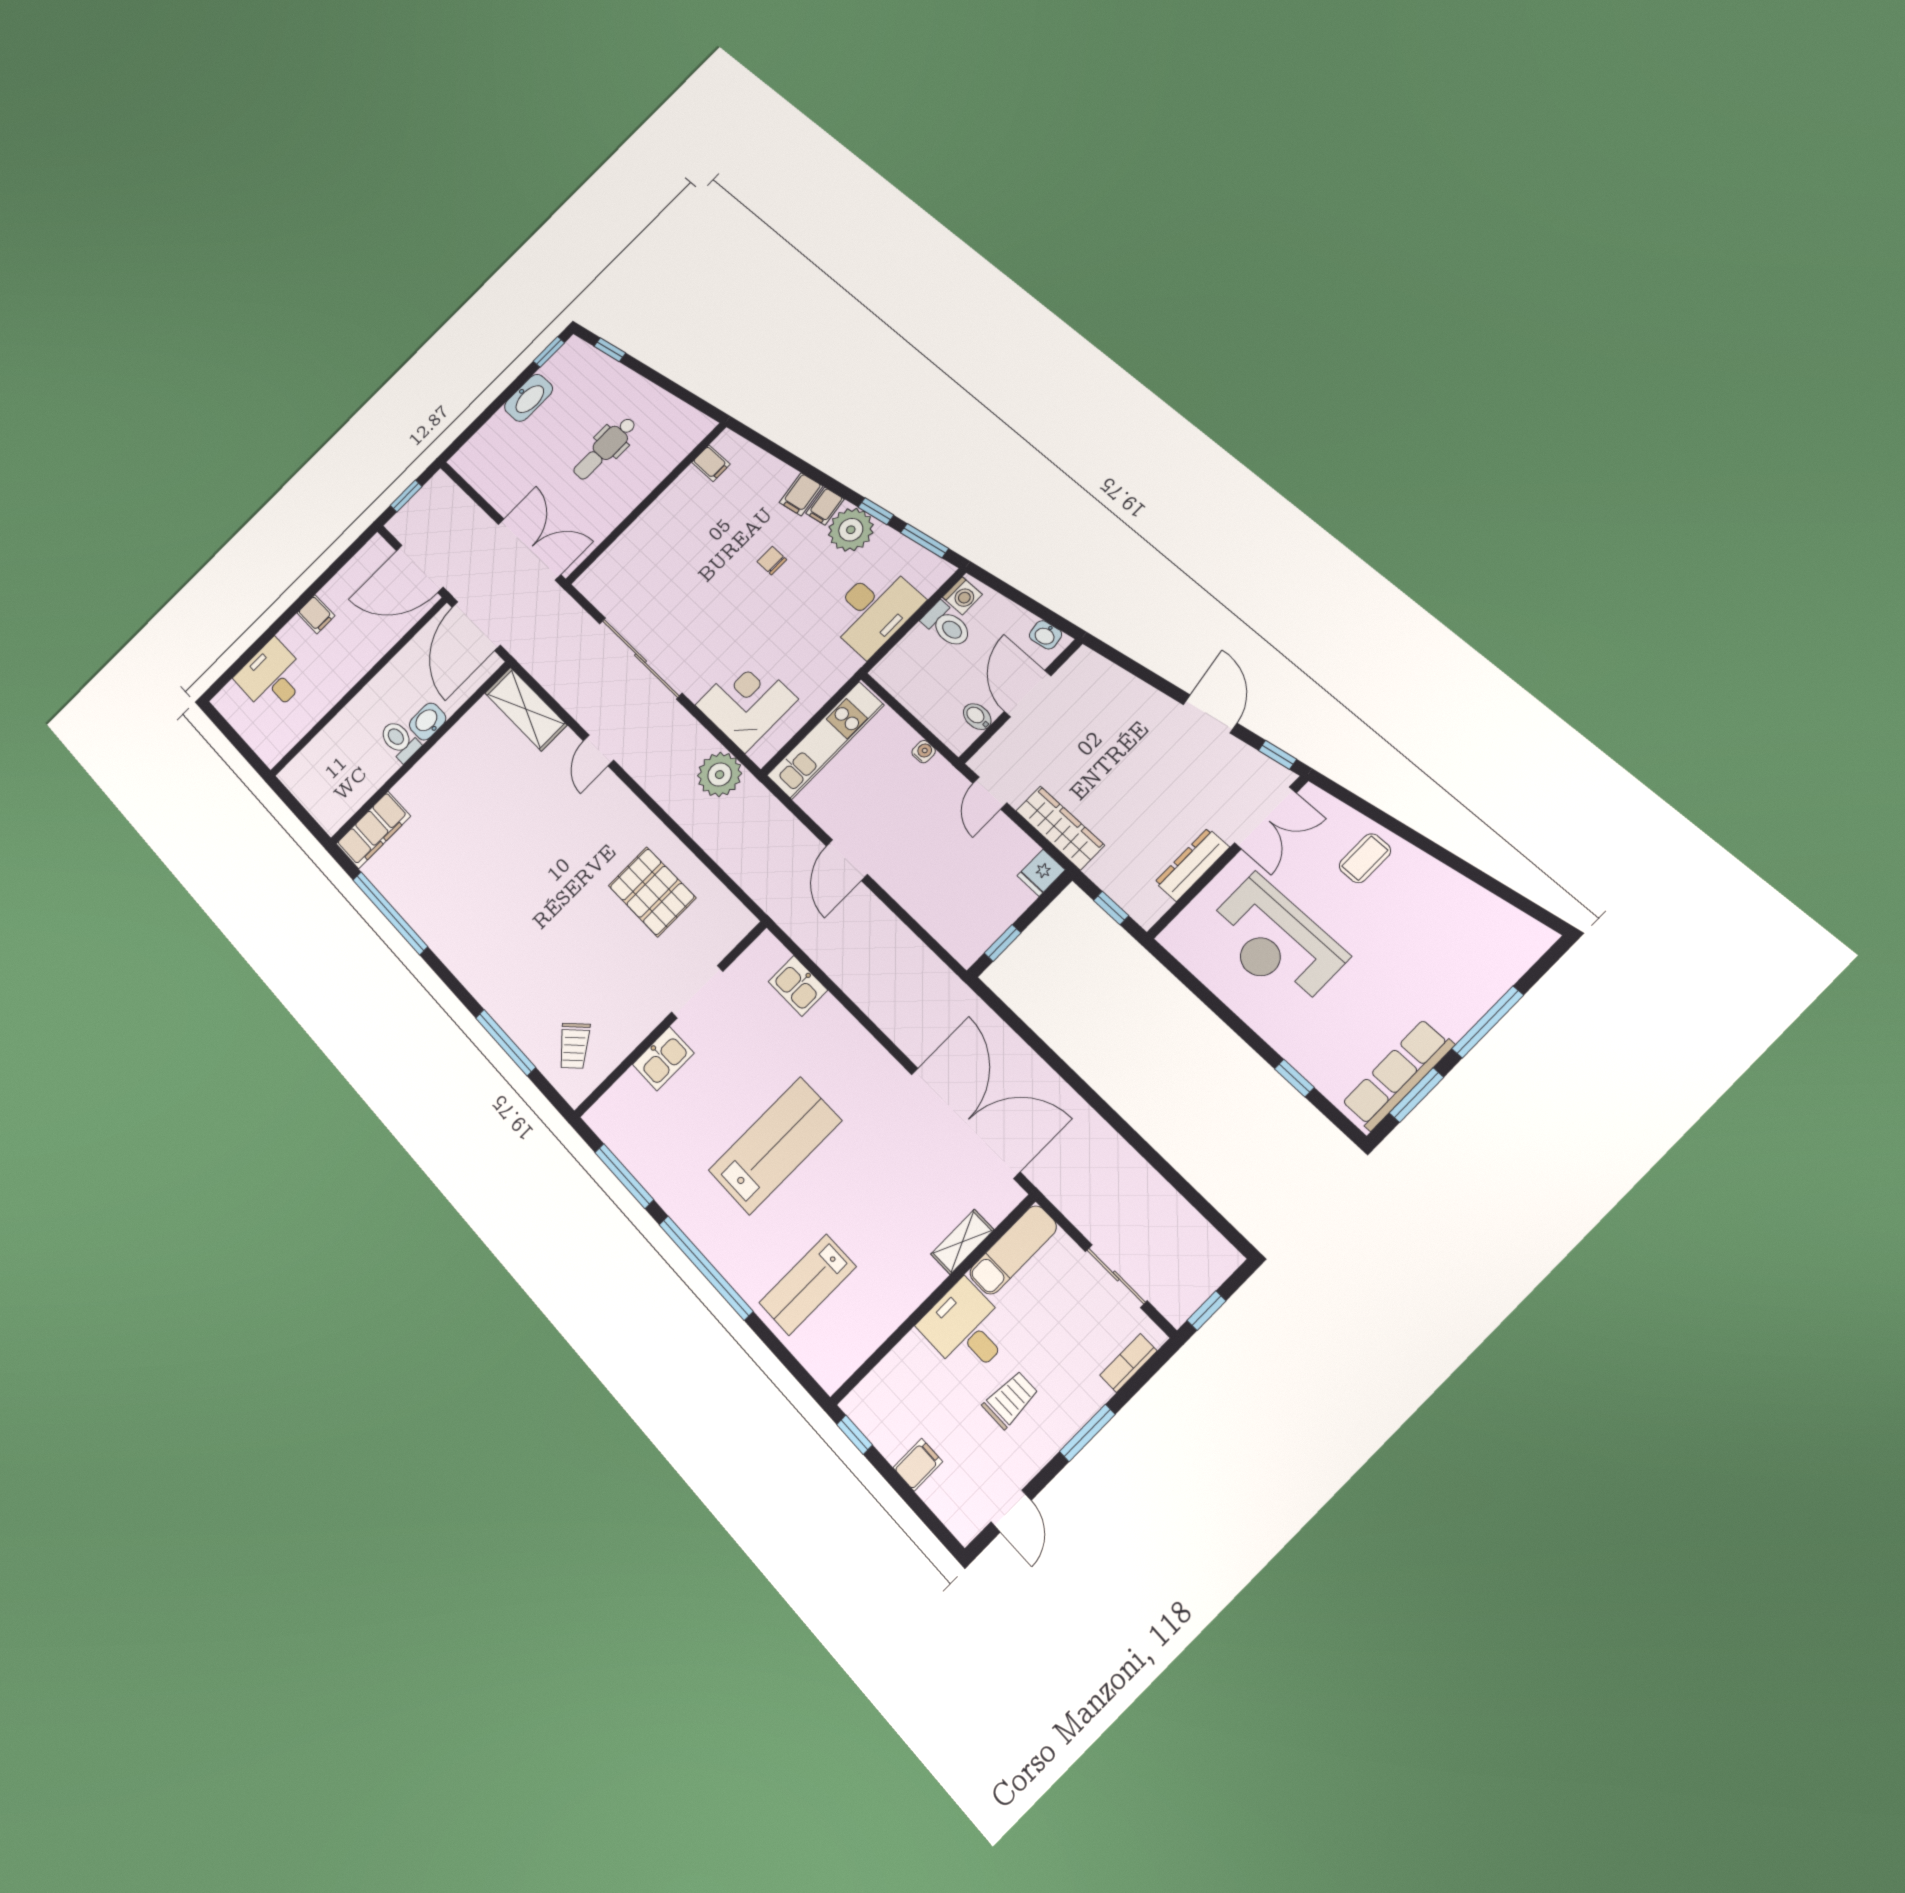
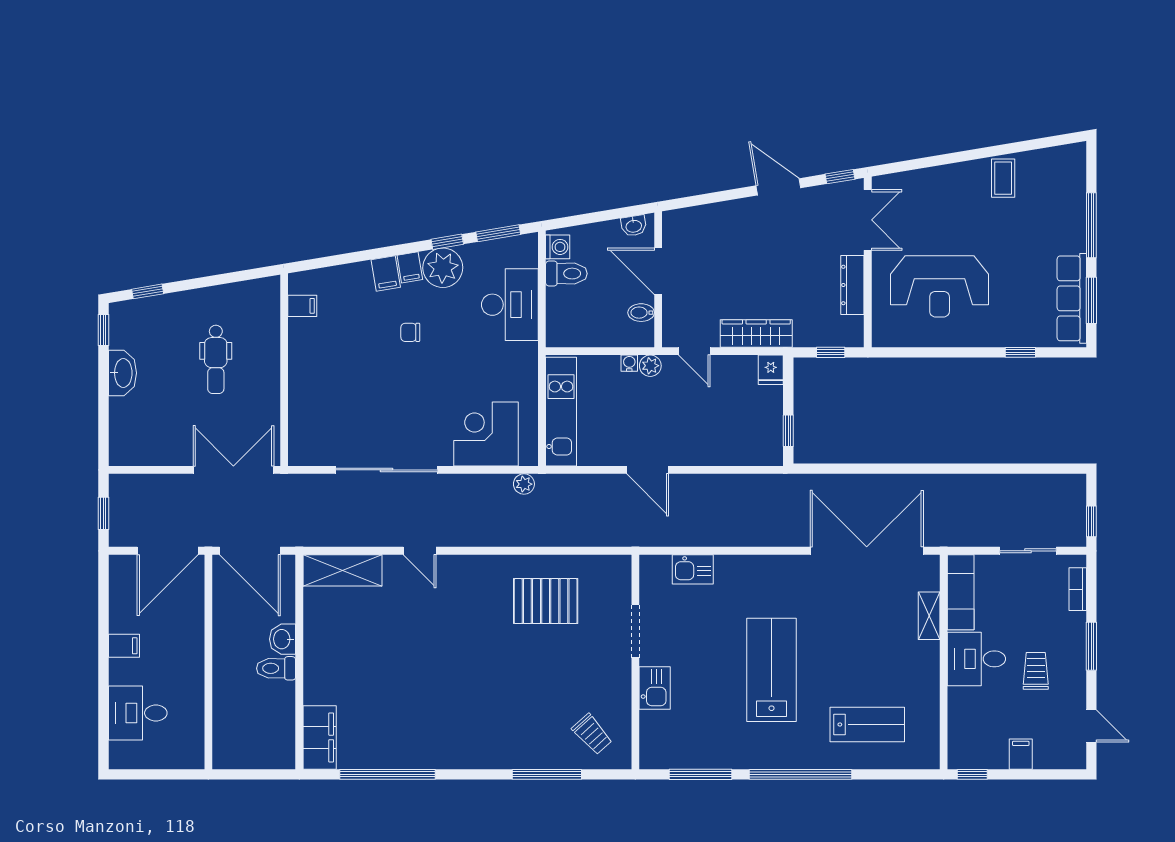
plant: (939, 771) -> (650, 366), added
plant: (720, 775) -> (524, 484), width x0.53, depth x0.53
coffee table: (1365, 858) -> (1003, 178), moved
lab bench: (808, 1285) -> (867, 725), turned -90

